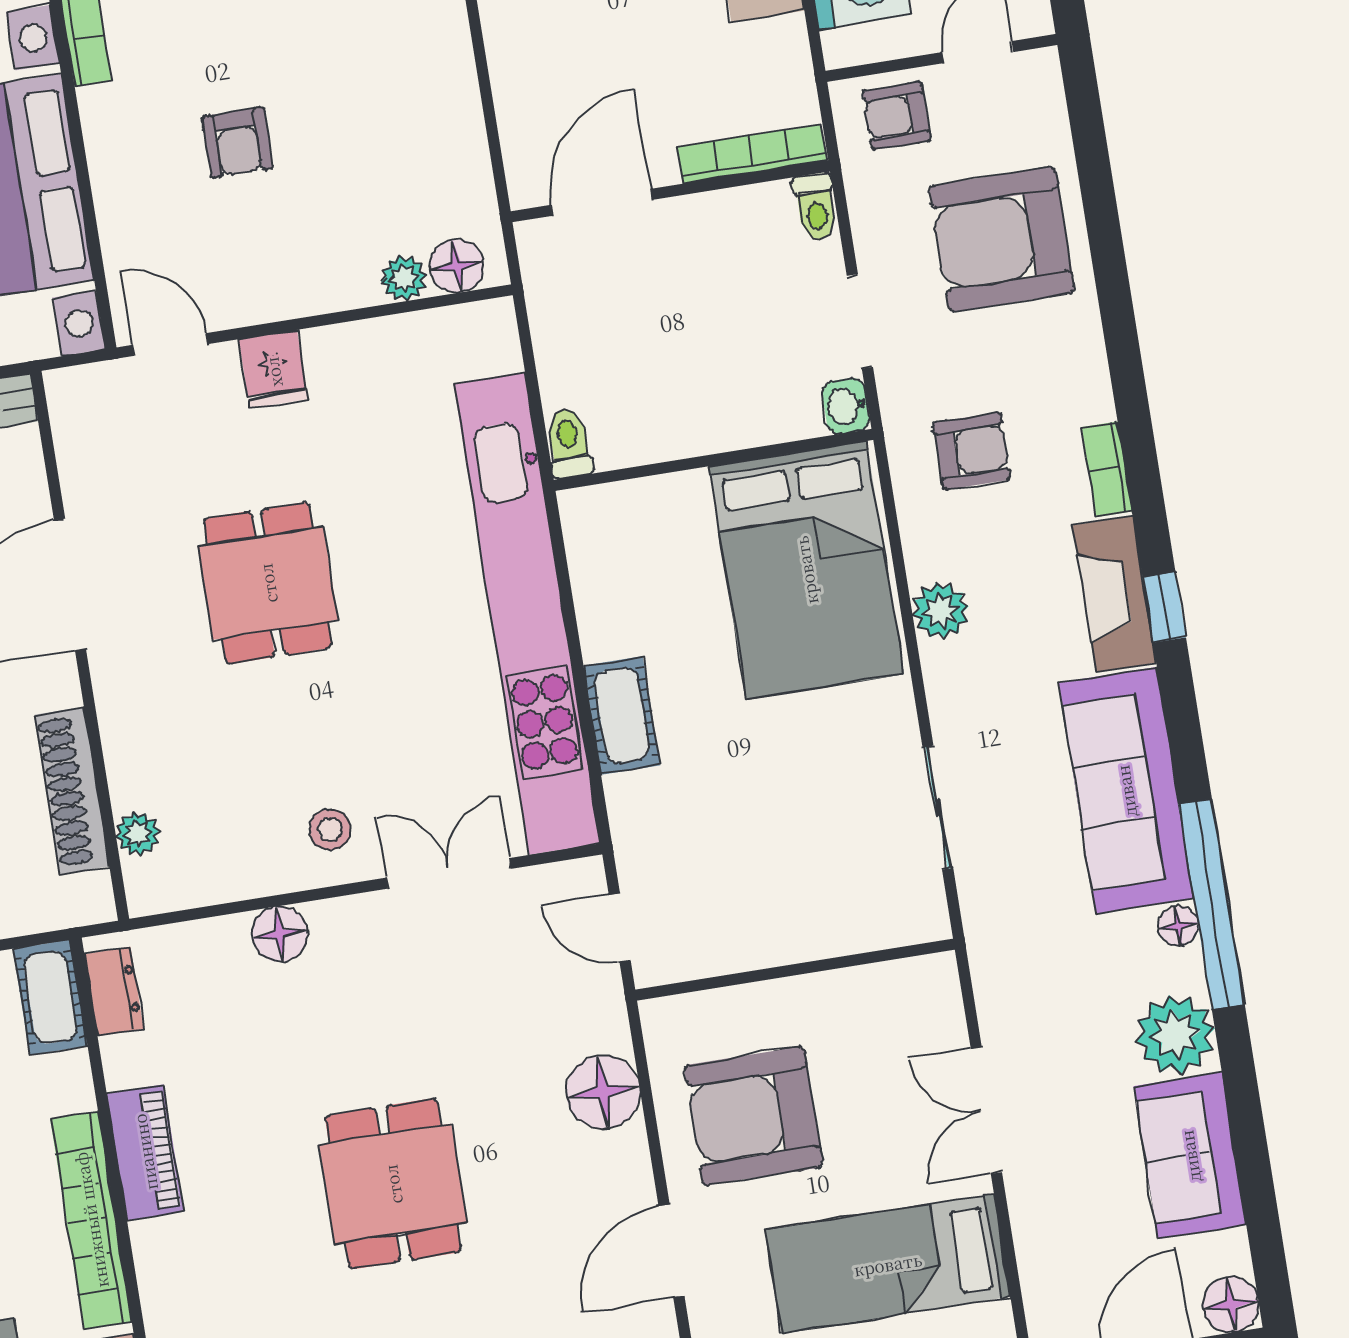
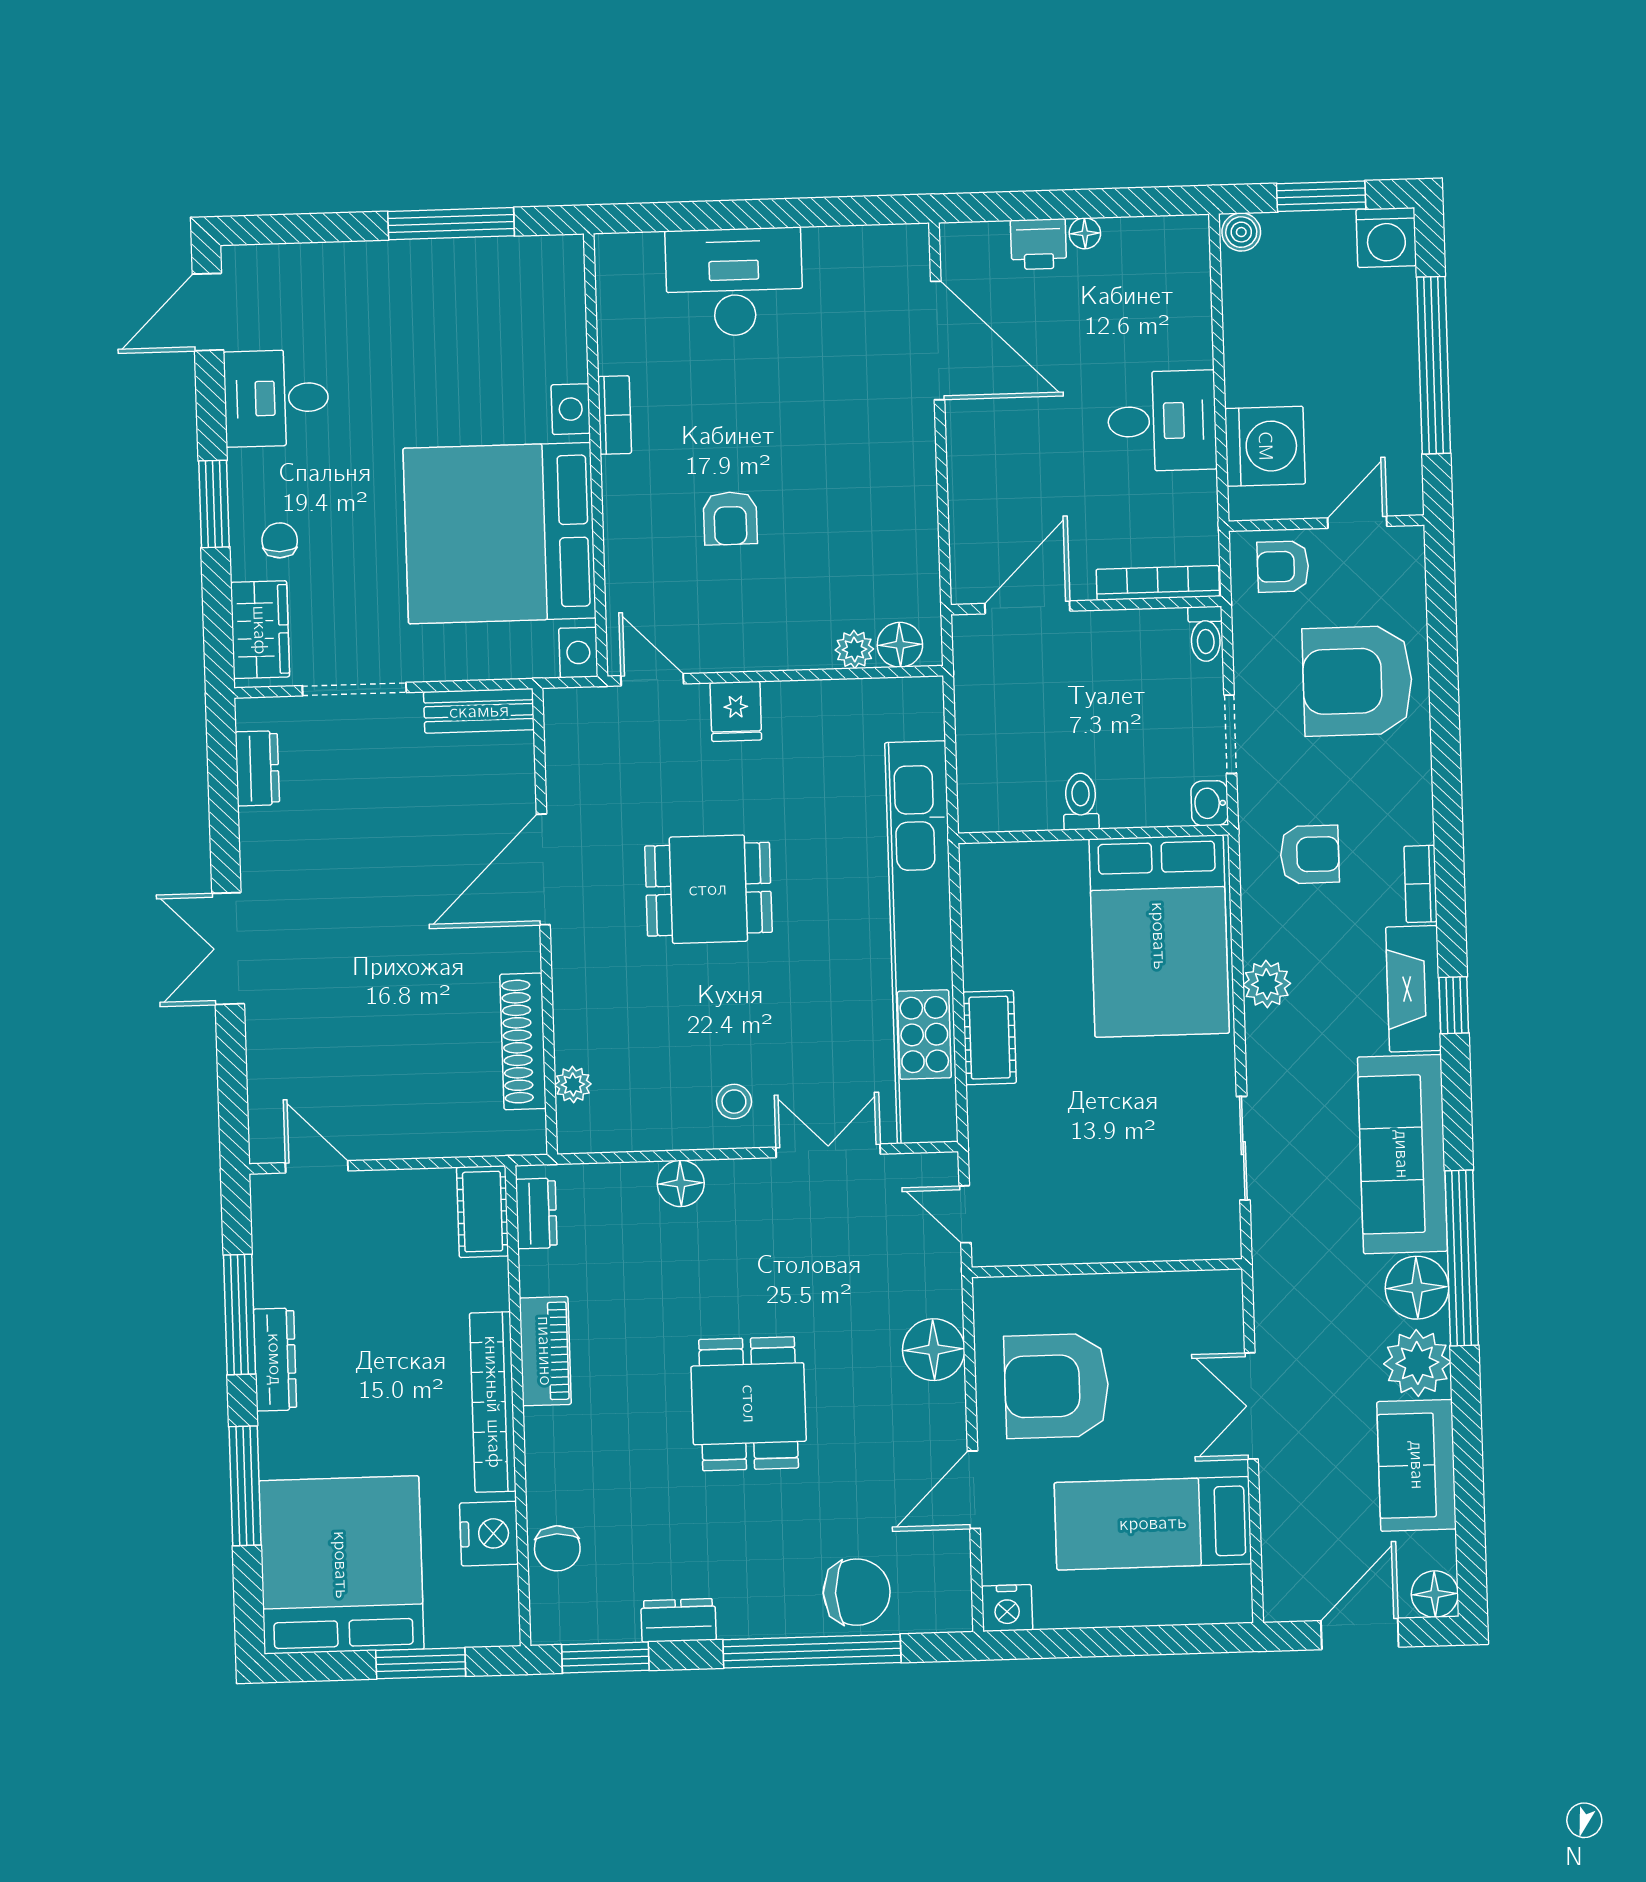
toilet: (569, 443) -> (1081, 801), moved
dining table: (268, 583) -> (708, 889), turned 90
floor lamp: (1178, 926) -> (1417, 1288), width x1.89, depth x1.89

